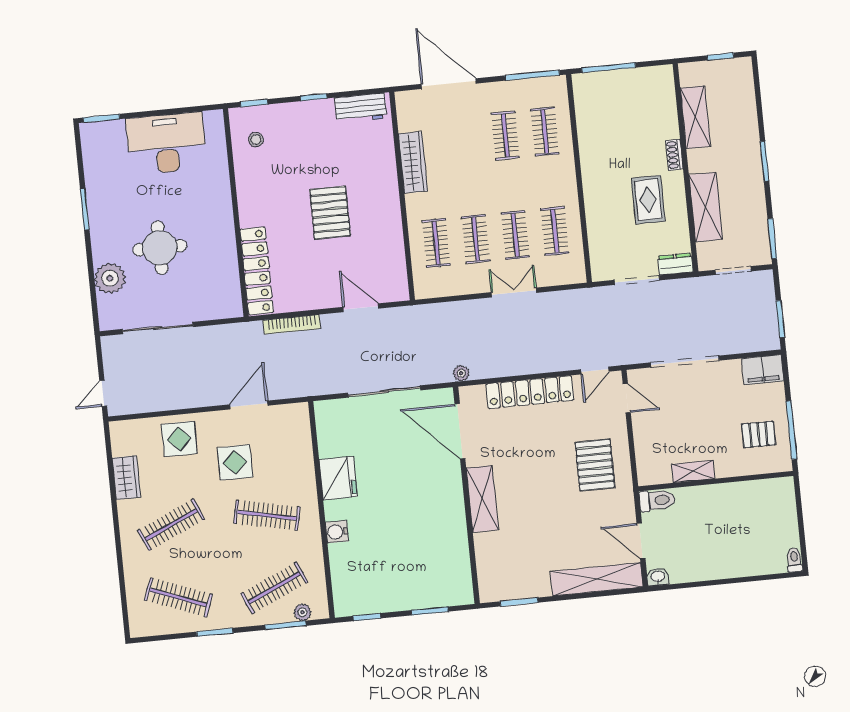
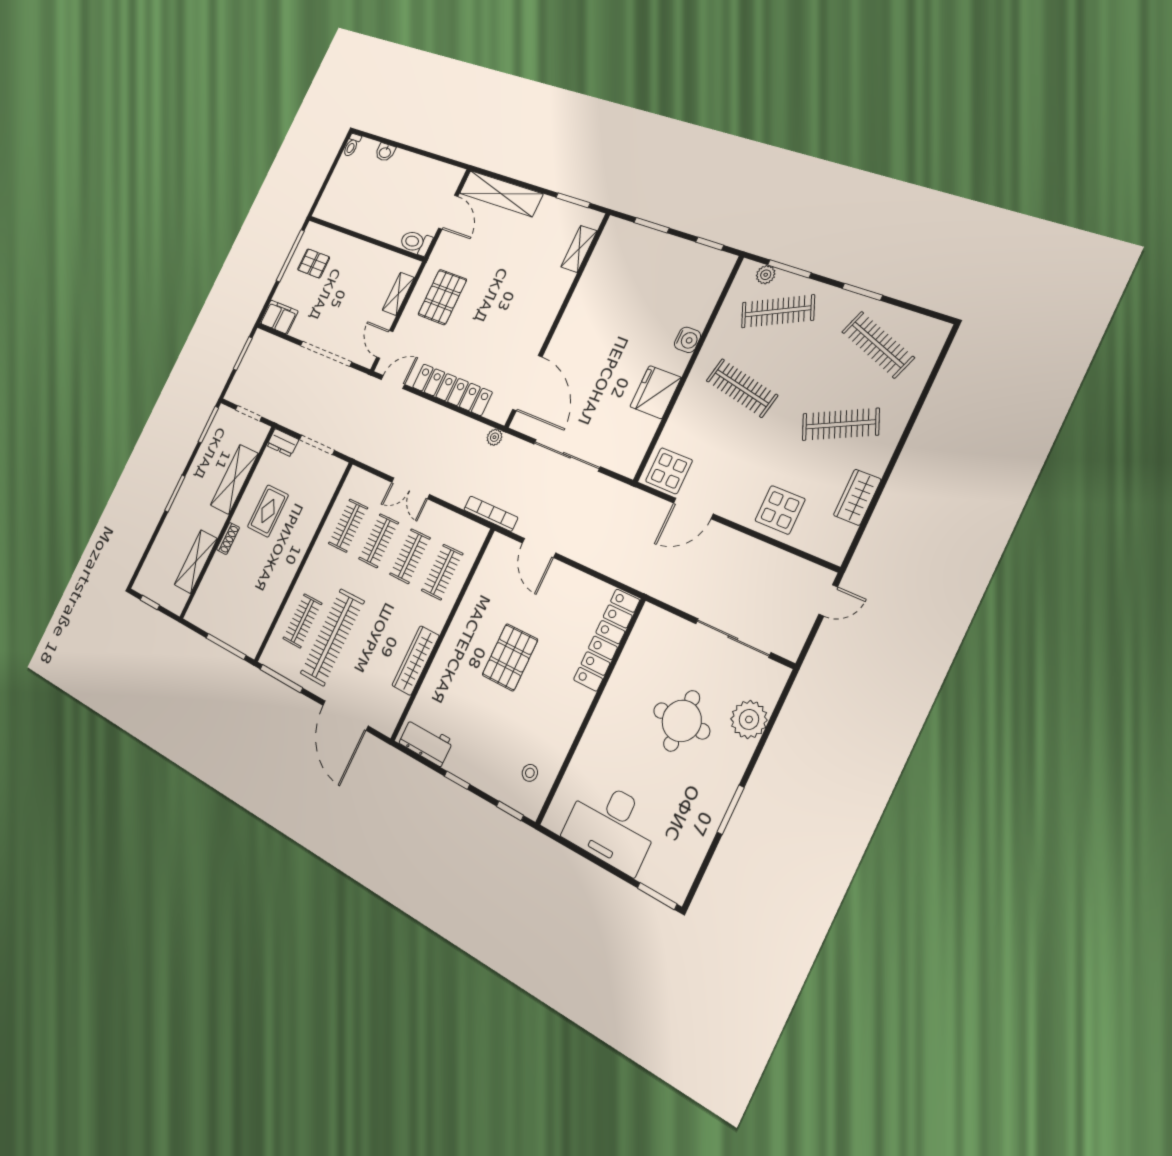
clothes rail: (505, 135) -> (332, 637), width x1.86, depth x1.31
bookcase: (292, 324) -> (491, 514), moved
display table: (235, 462) -> (669, 471), moved
shelving: (693, 471) -> (398, 294), moved, turned 90
shelving: (482, 499) -> (579, 249), moved, width x0.67, depth x0.75
washbasin: (658, 577) -> (385, 152), moved

